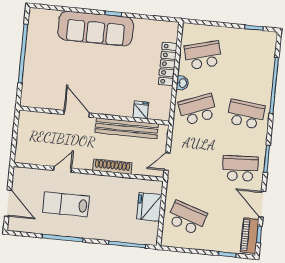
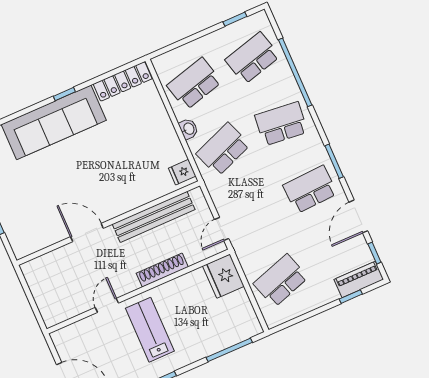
school desk: (251, 60) -> (252, 58), added
locker: (168, 64) -> (123, 81), moved, turned -90
fridge: (141, 110) -> (182, 172), moved, turned -90
lab bench: (66, 204) -> (150, 330), moved, turned 90
door: (262, 204) -> (358, 216), hinge flipped
fridge: (149, 207) -> (223, 276), moved
school desk: (187, 218) -> (281, 281), turned -36
piano: (250, 236) -> (359, 279), moved, turned 90

